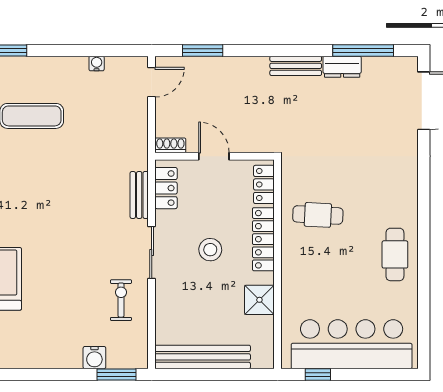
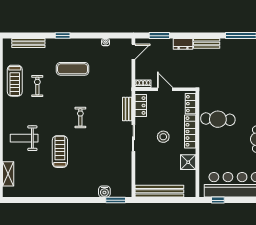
dresser: (342, 67) -> (183, 44), moved
cafe table: (318, 215) -> (218, 119), width x1.37, depth x1.35
exercise bike: (121, 300) -> (80, 117), moved

